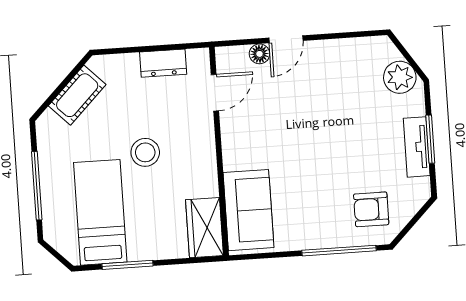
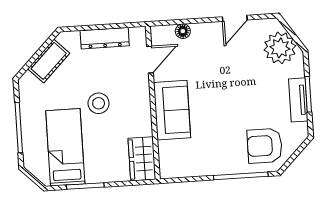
door: (286, 39) -> (235, 18), moved
dresser: (163, 63) -> (105, 38), width x1.44
plant: (400, 77) -> (280, 48), width x1.36, depth x1.36
armchair: (371, 209) -> (265, 146), width x1.38, depth x1.38
sofa: (248, 210) -> (172, 110), moved

